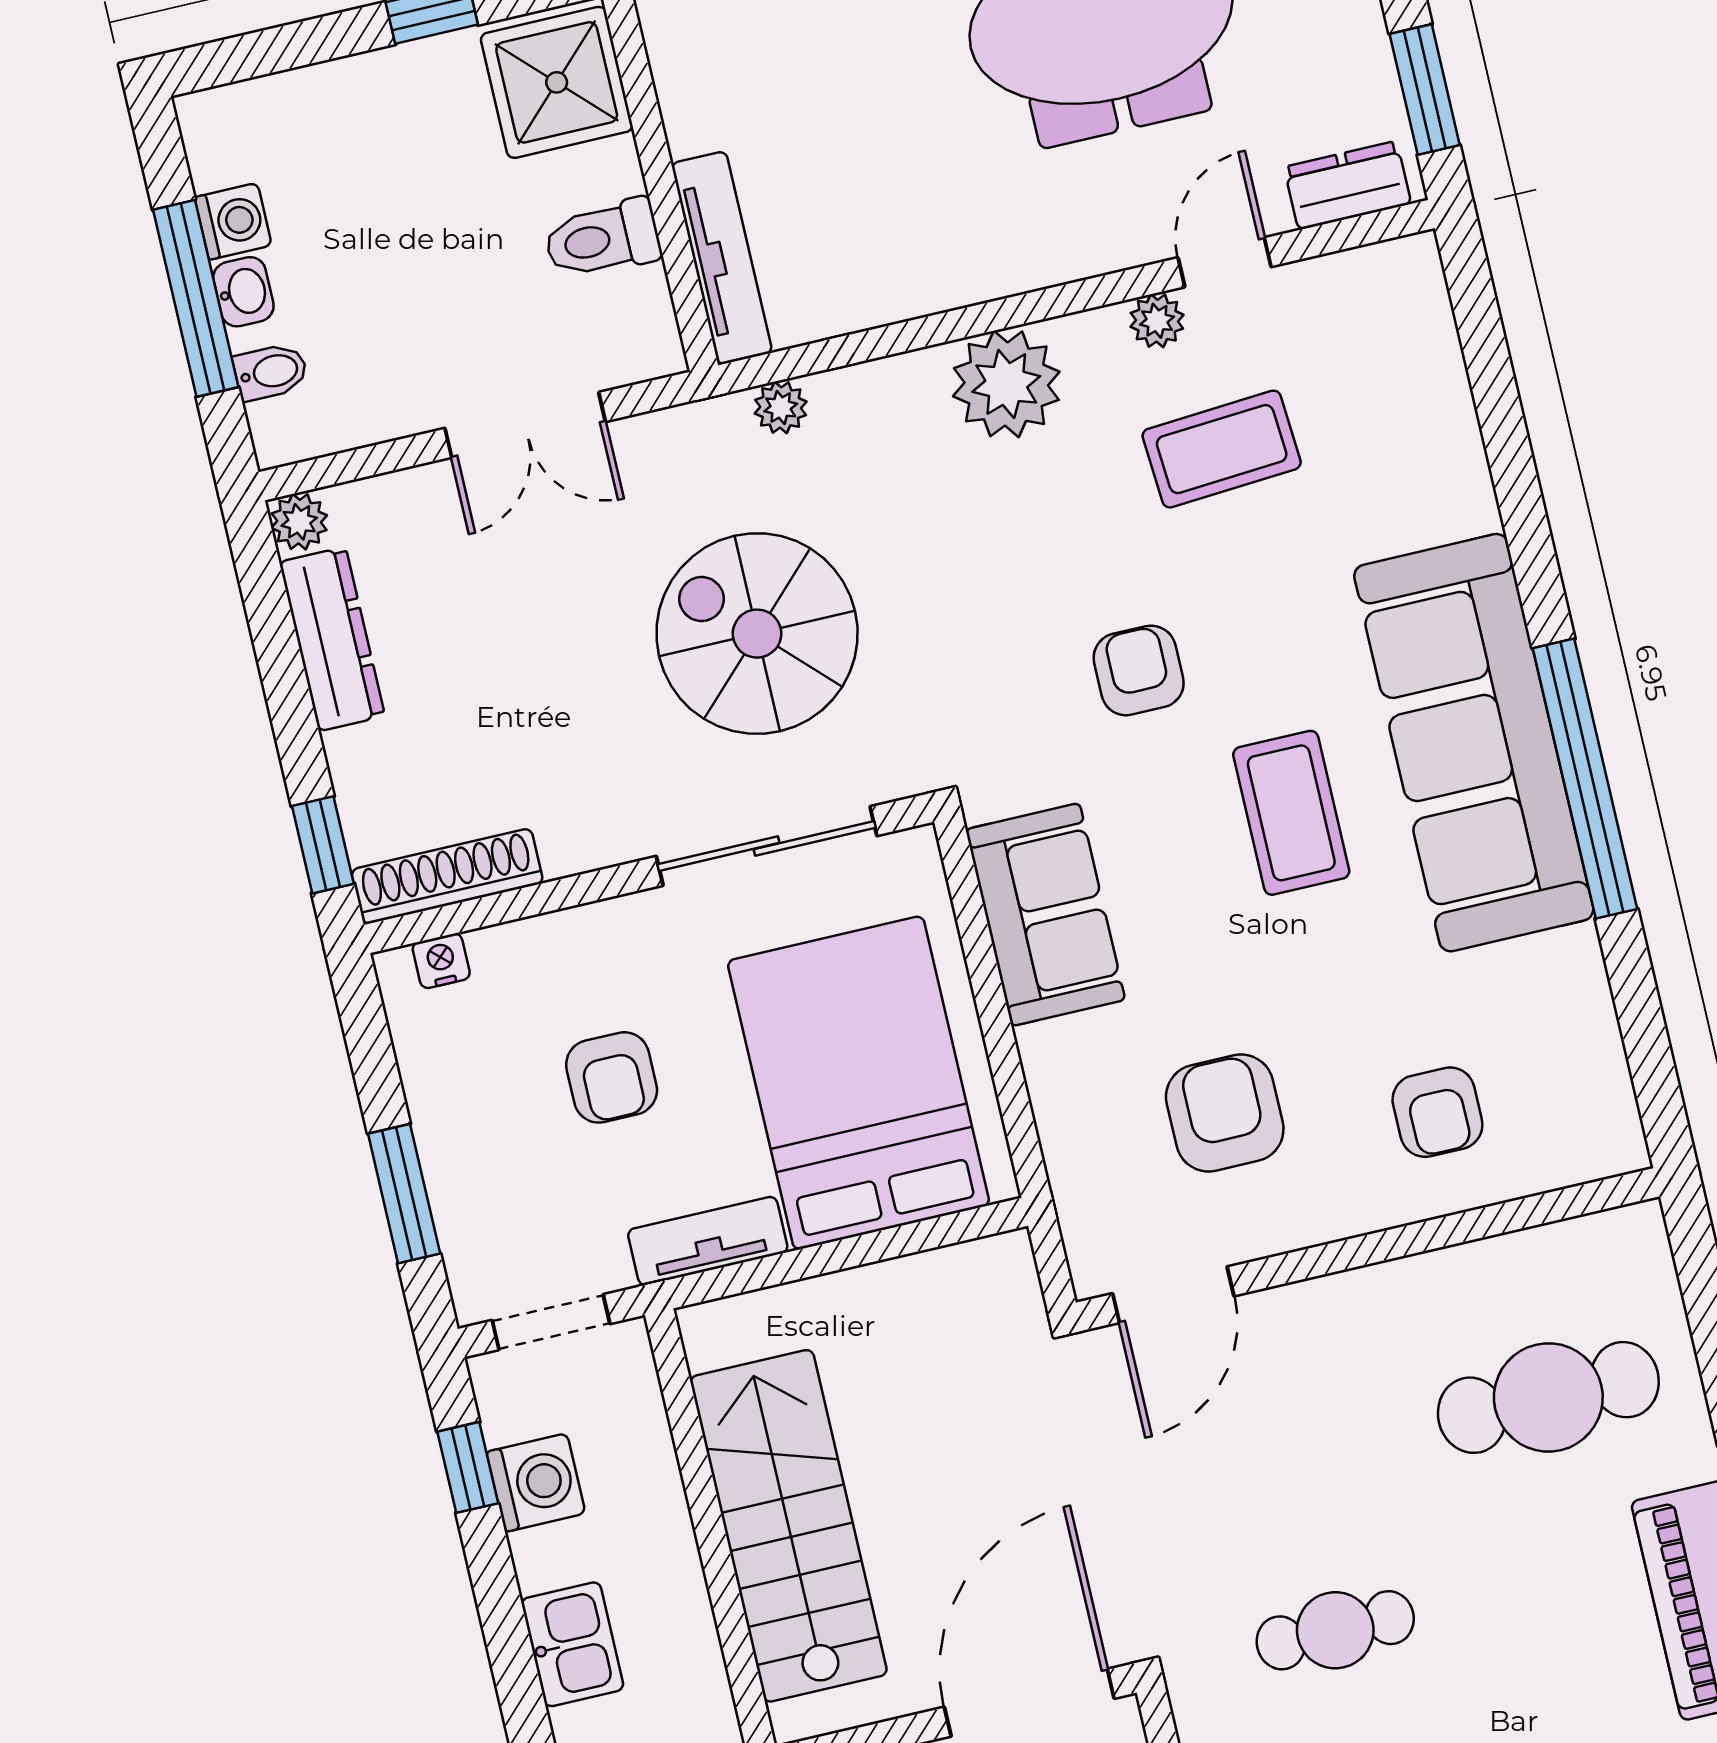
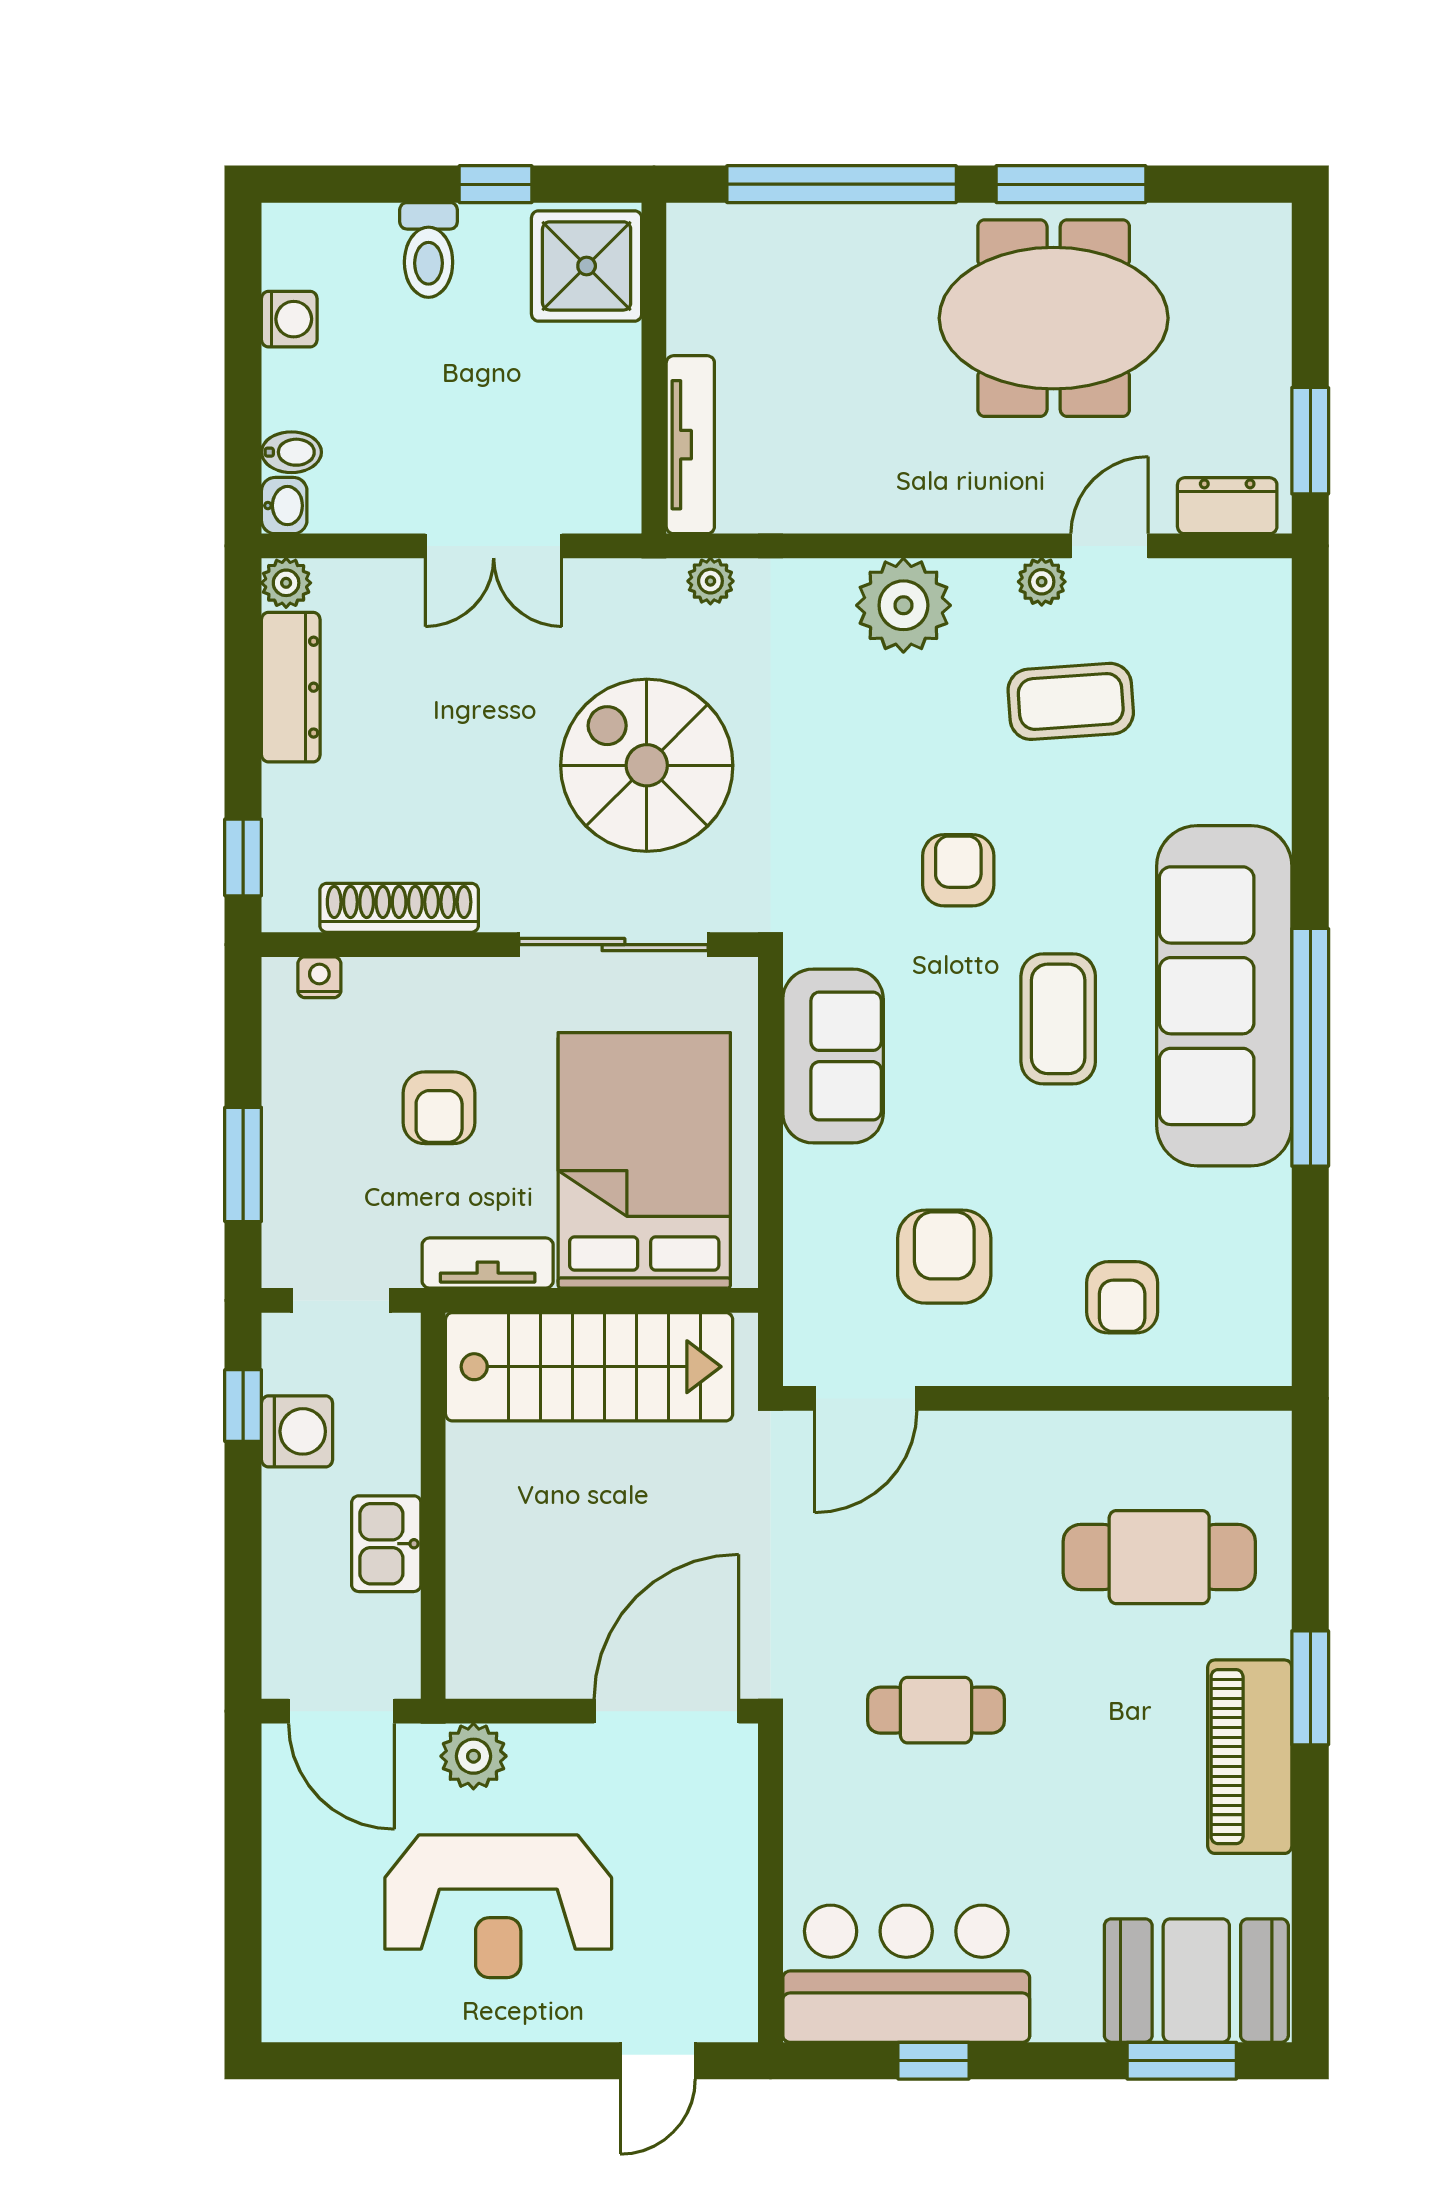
toilet: (602, 239) -> (429, 250), moved, turned -90
washbasin: (243, 292) -> (284, 506), moved
window: (196, 298) -> (243, 376), removed
shoe rack: (447, 876) -> (399, 908), moved
stairs: (789, 1526) -> (589, 1367), moved, turned 90
kitchen sink: (572, 1644) -> (386, 1544), moved, turned 180

